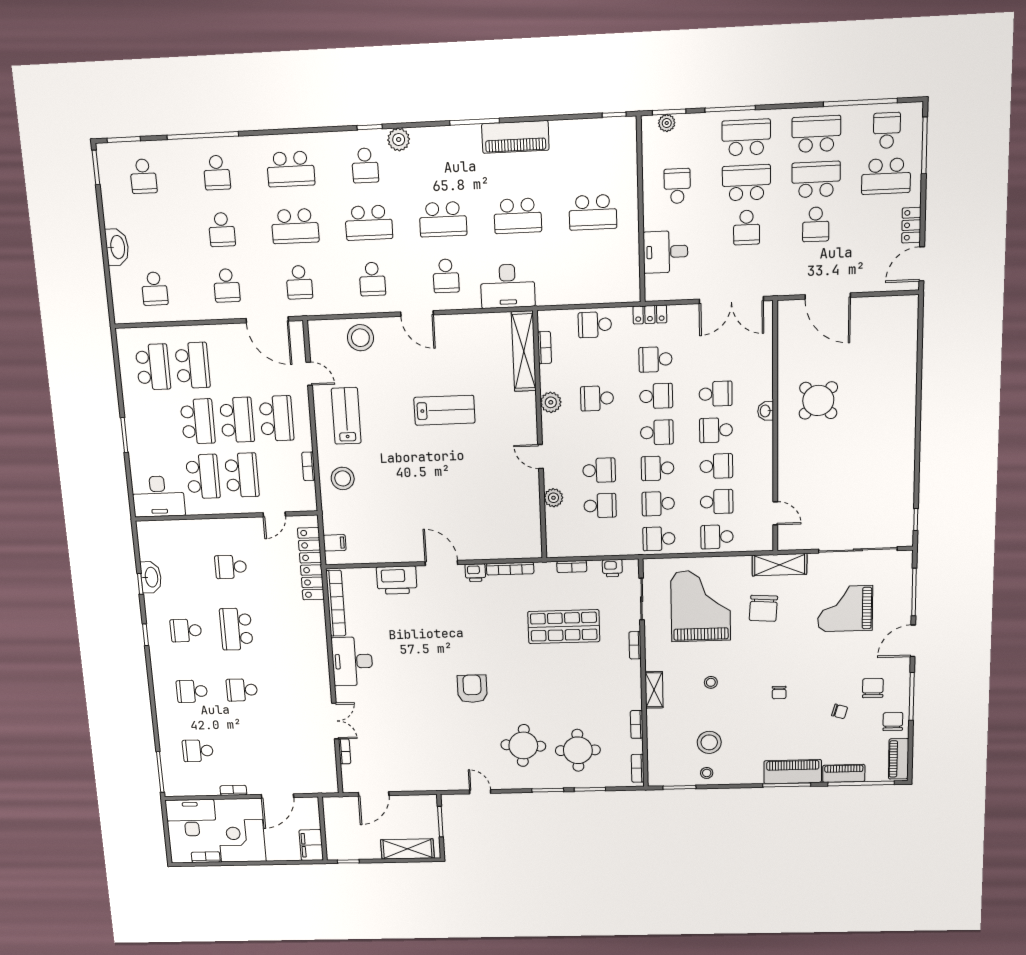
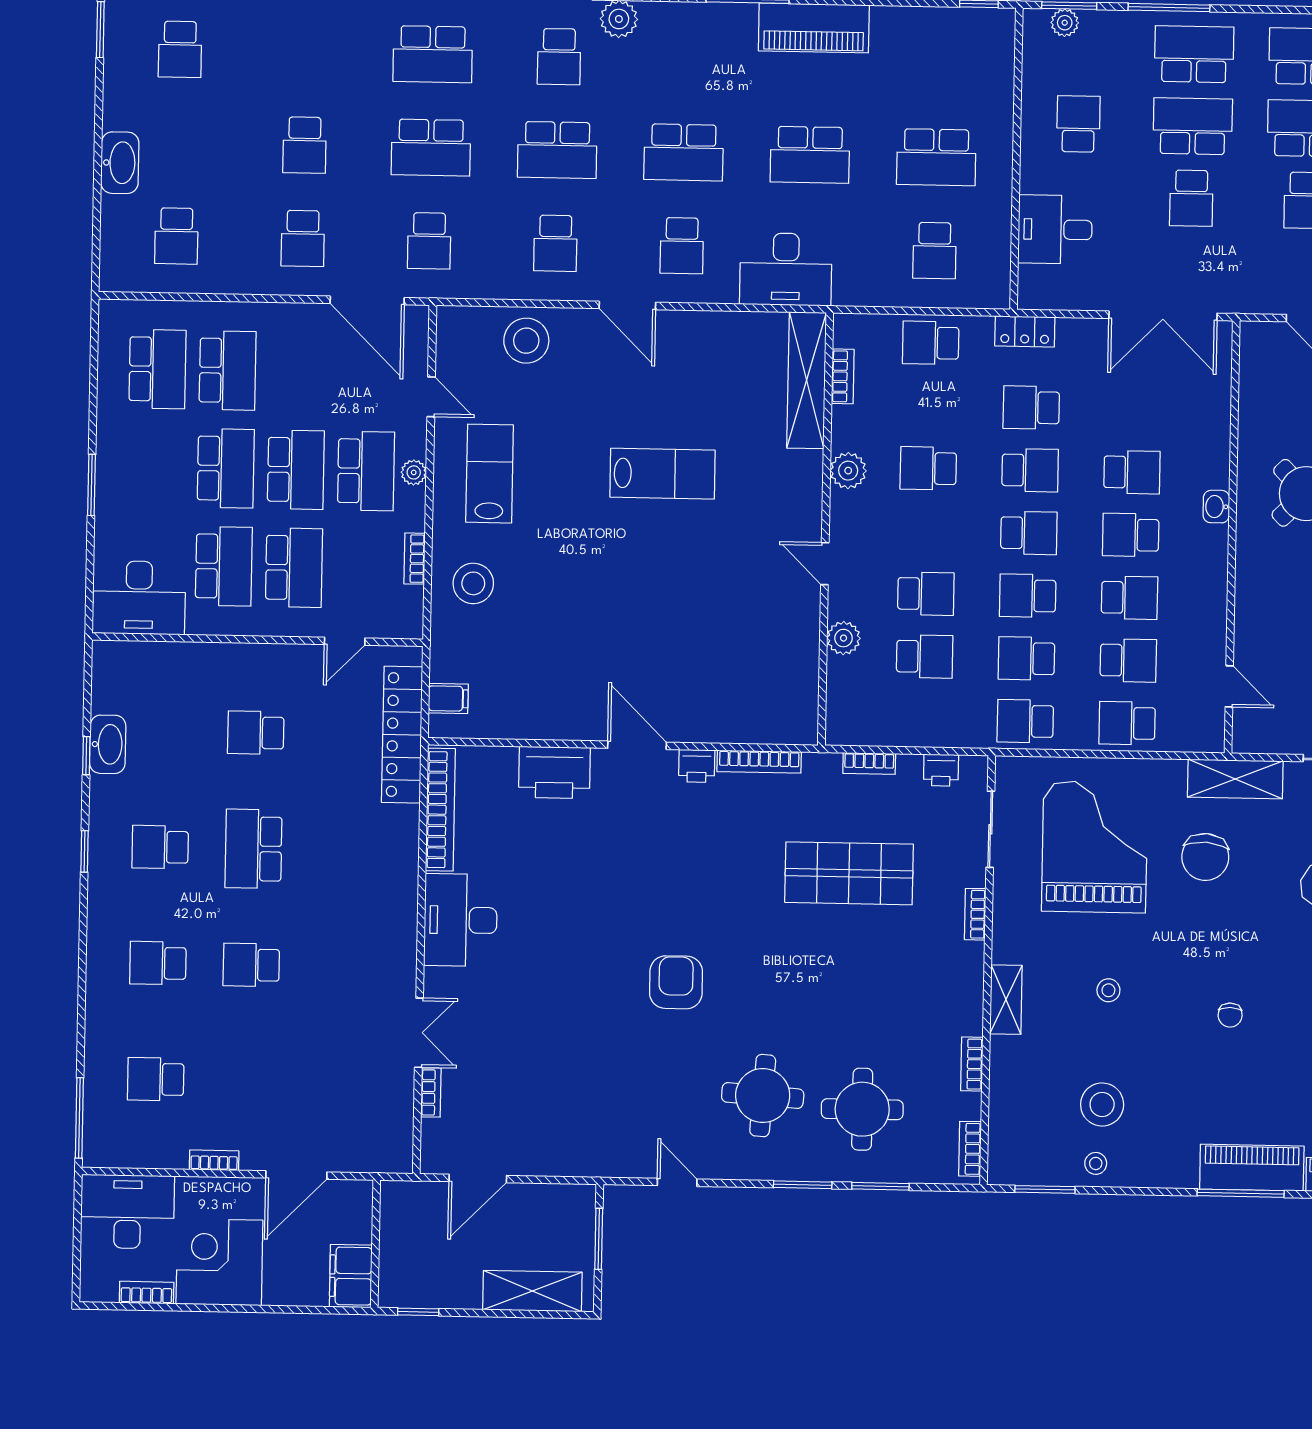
school desk: (217, 173) -> (934, 251), moved
plant: (303, 418) -> (414, 472), added

